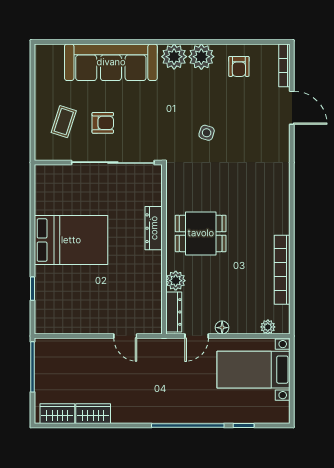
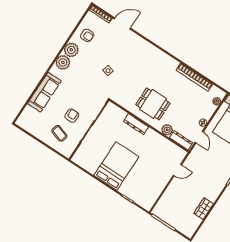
sofa: (111, 62) -> (44, 92), width x0.74, depth x0.79
dining table: (201, 233) -> (153, 104), turned 90
wardrobe: (57, 414) -> (193, 225), removed

